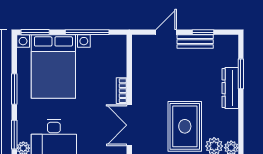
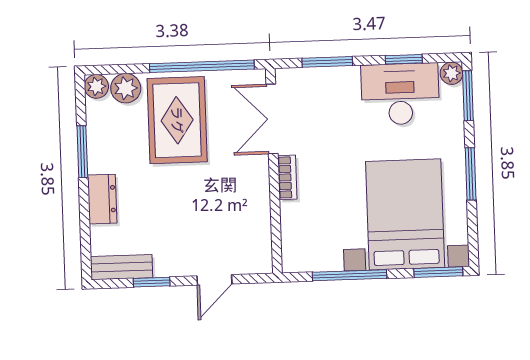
bench: (195, 42) -> (121, 267), moved
window: (241, 74) -> (82, 152), moved
dresser: (230, 88) -> (102, 199), width x0.70
double door: (129, 125) -> (272, 119), swing flipped

